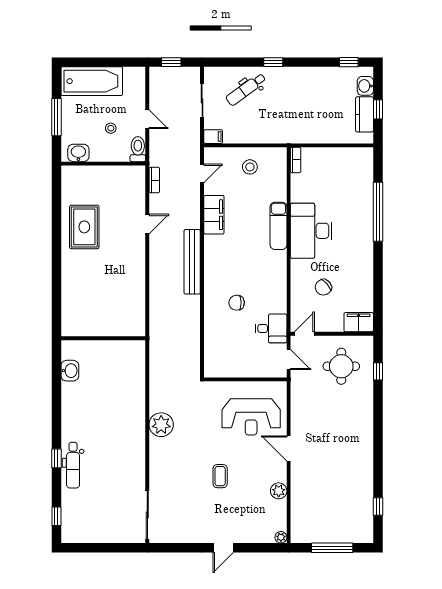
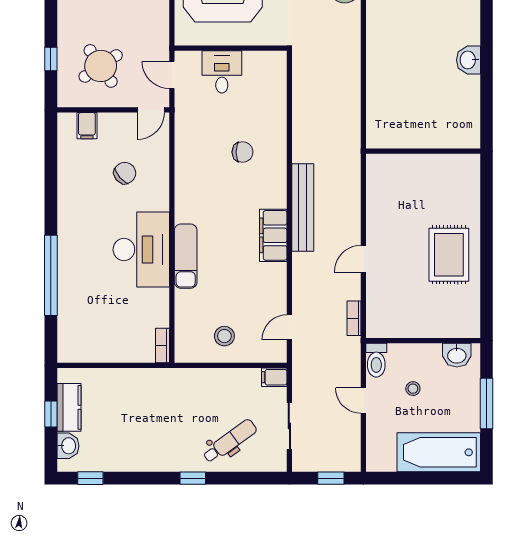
filing cabinet: (214, 215) -> (273, 235), moved
filing cabinet: (359, 322) -> (87, 126), width x0.50
desk: (271, 328) -> (222, 72), moved, turned 90
wall: (103, 338) -> (423, 151), moved
round table: (341, 366) -> (101, 66), turned -34

